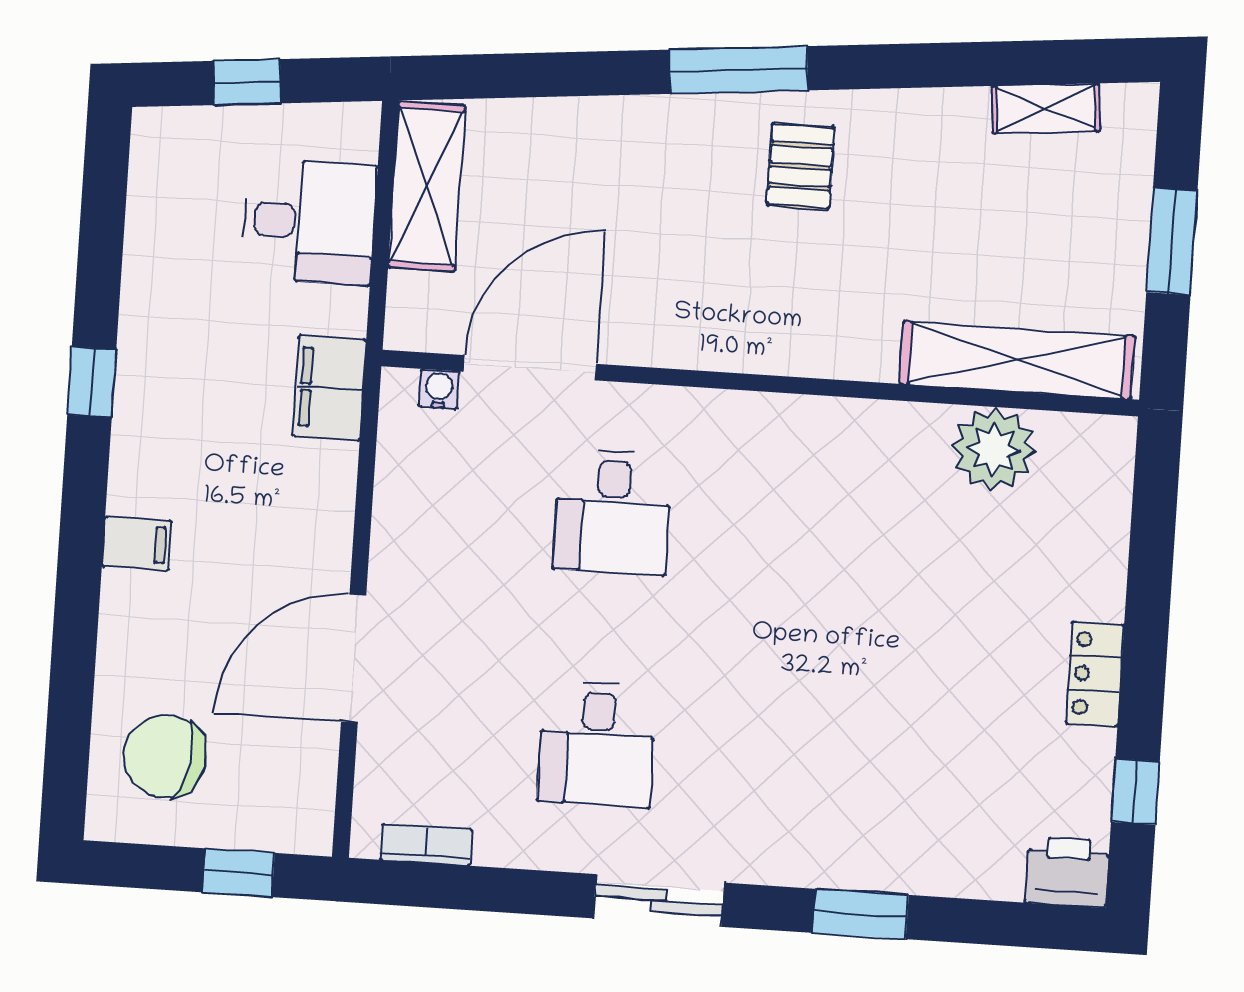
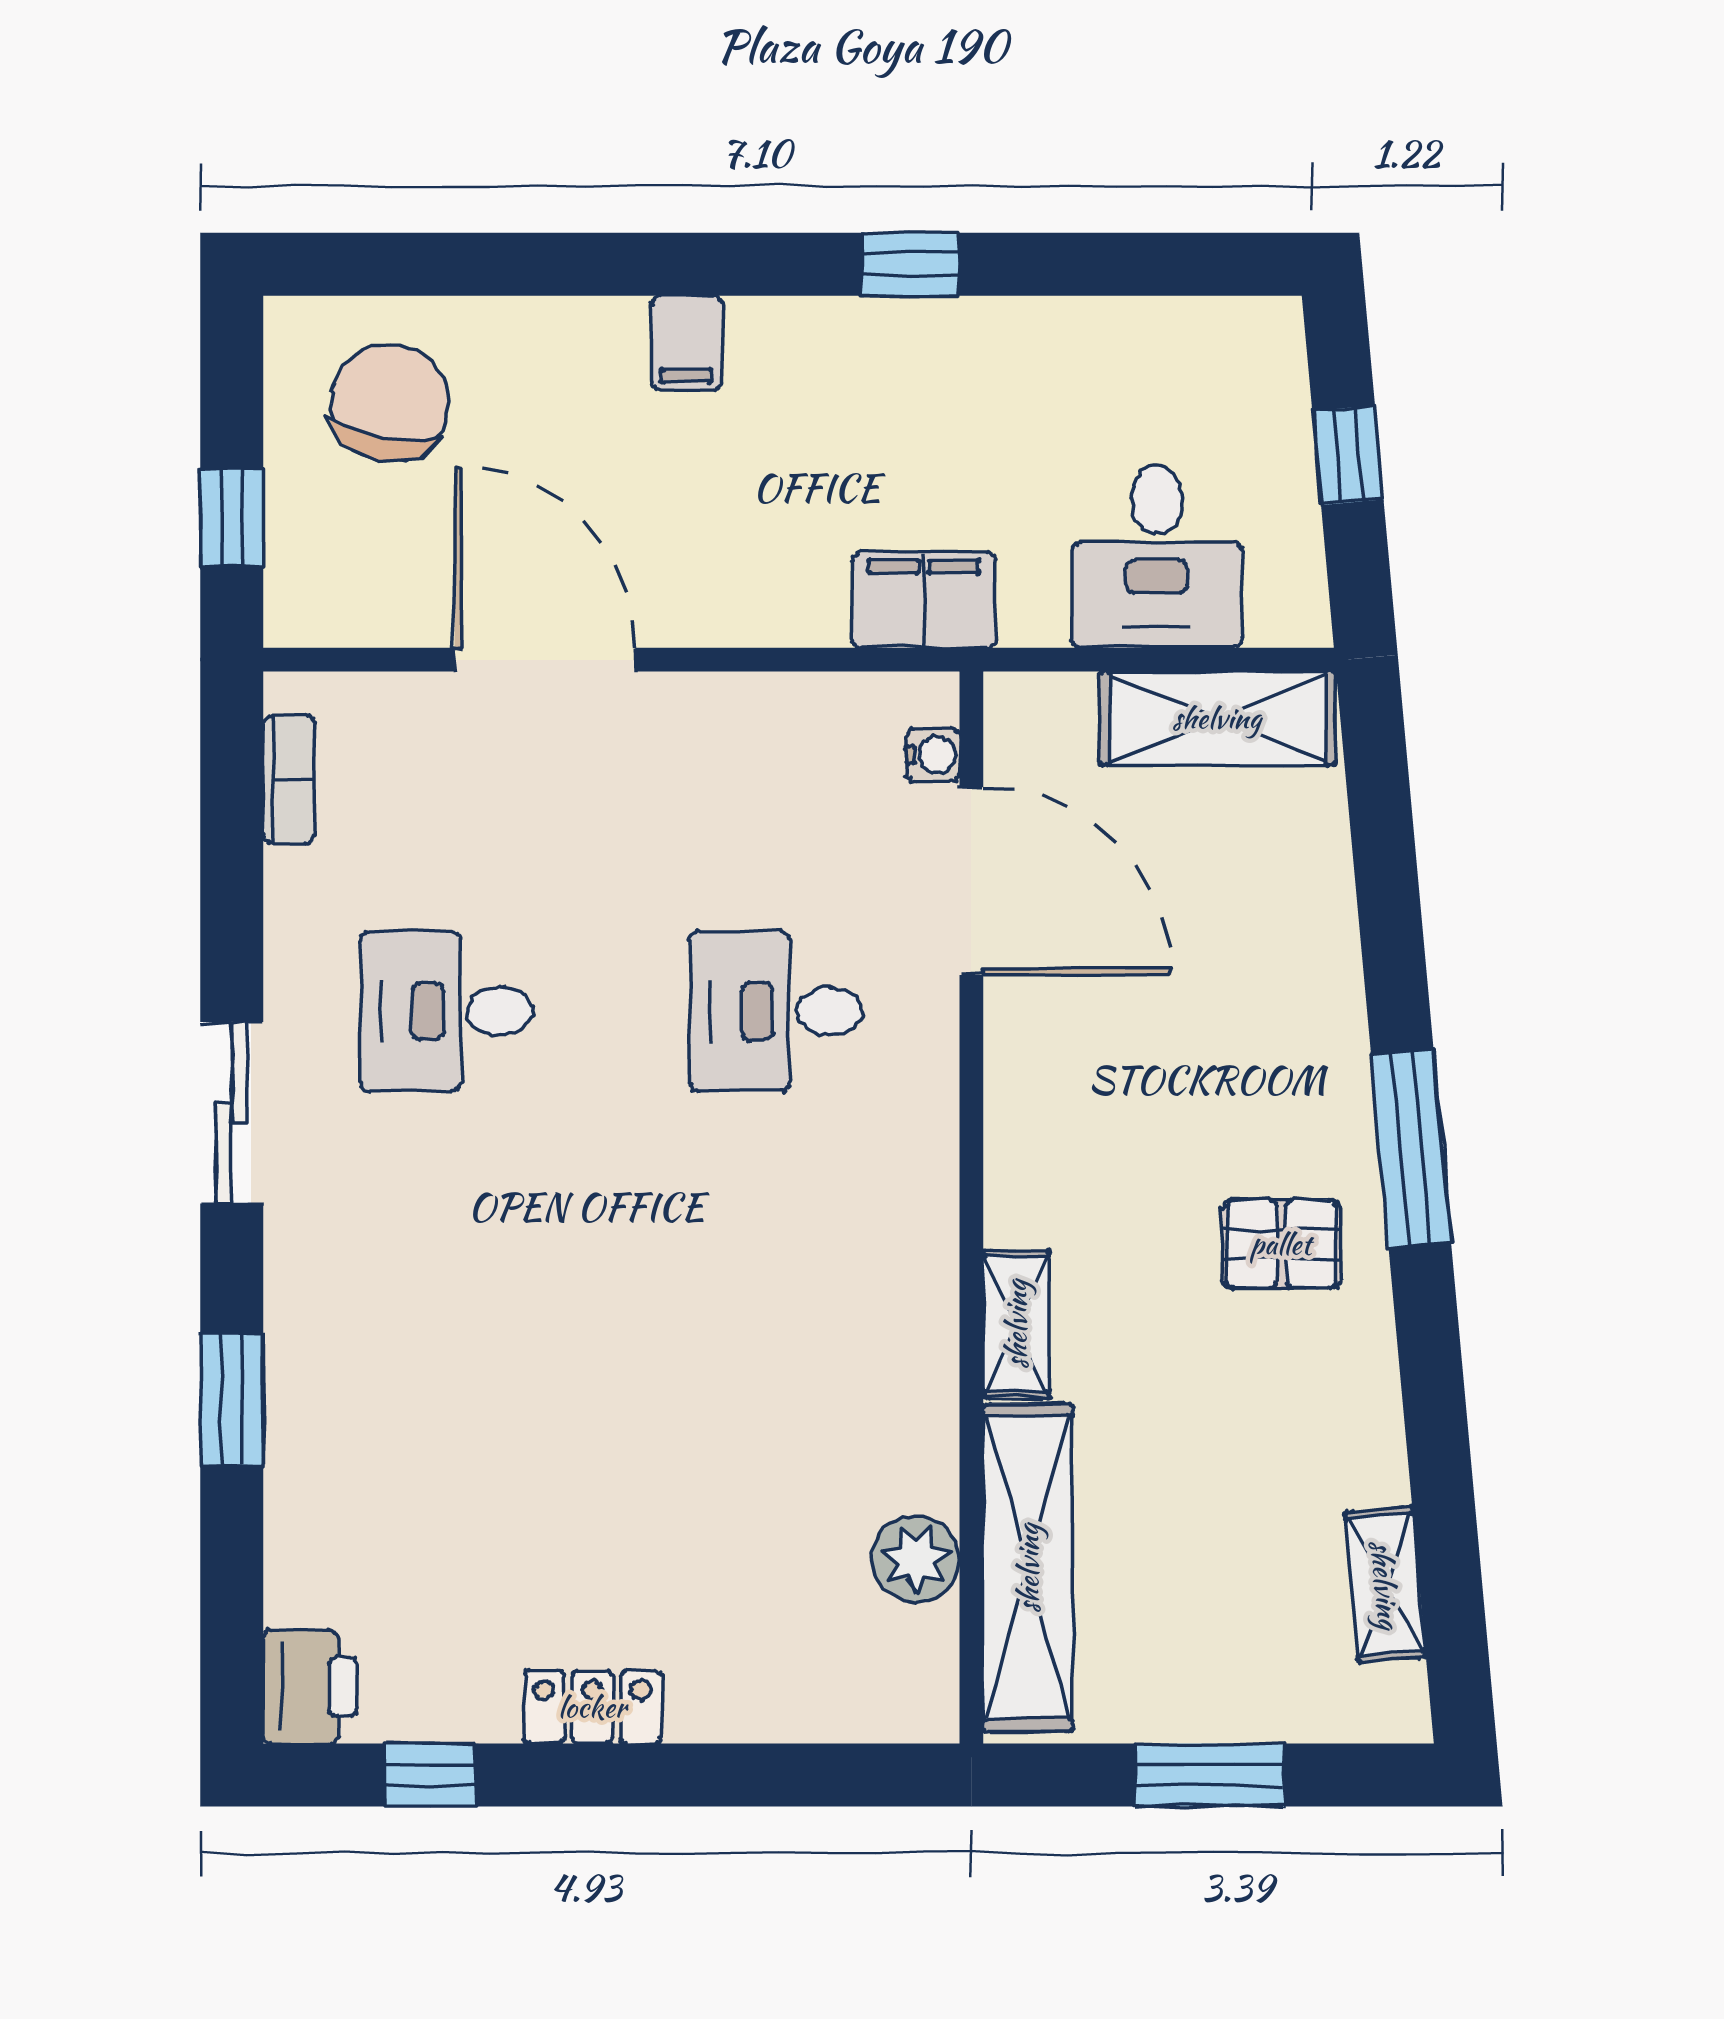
shelving: (845, 357) -> (1016, 1324), added
plant: (994, 449) -> (916, 1559), width x0.73, depth x0.73

